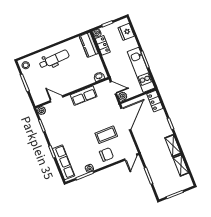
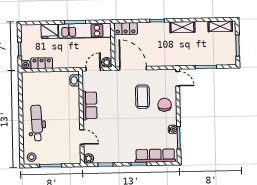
fridge: (126, 32) -> (50, 31), moved
kitchen counter: (89, 45) -> (35, 78), removed
door: (56, 99) -> (82, 137), swing flipped
shelving: (181, 165) -> (220, 26), moved

